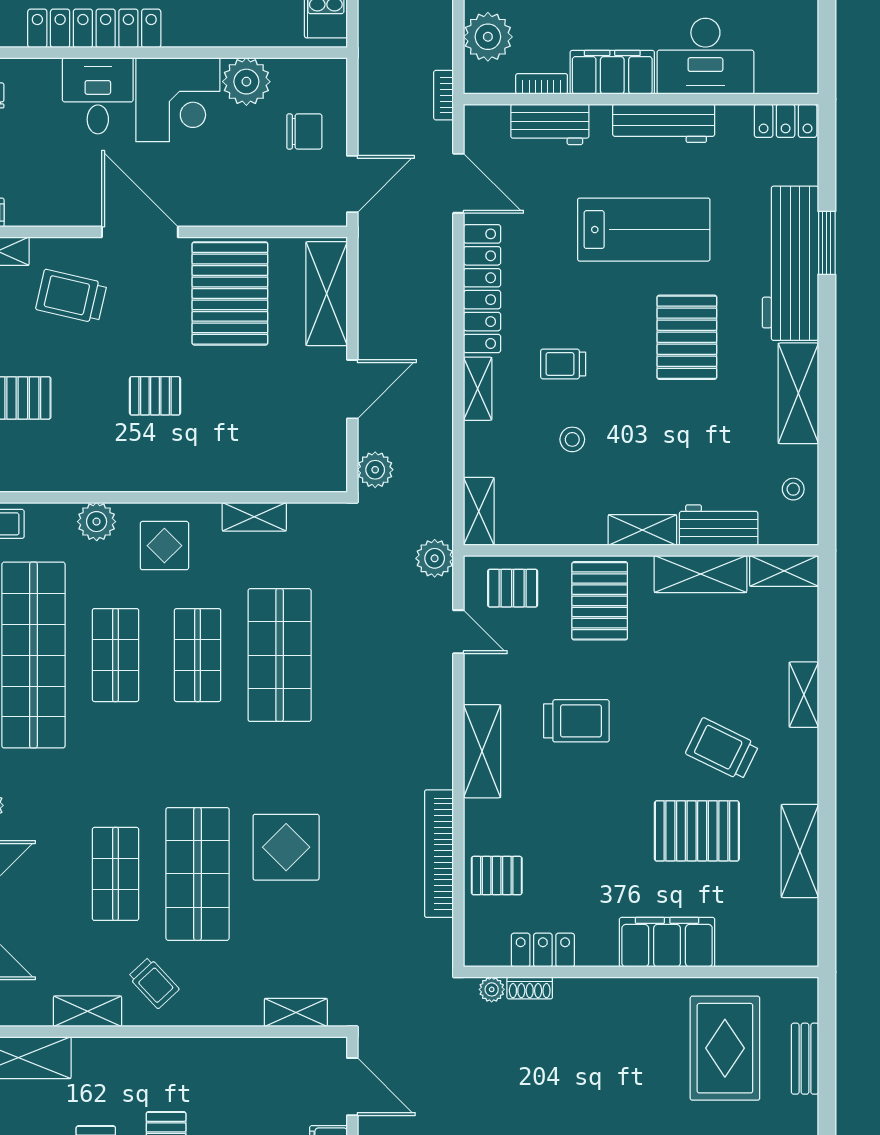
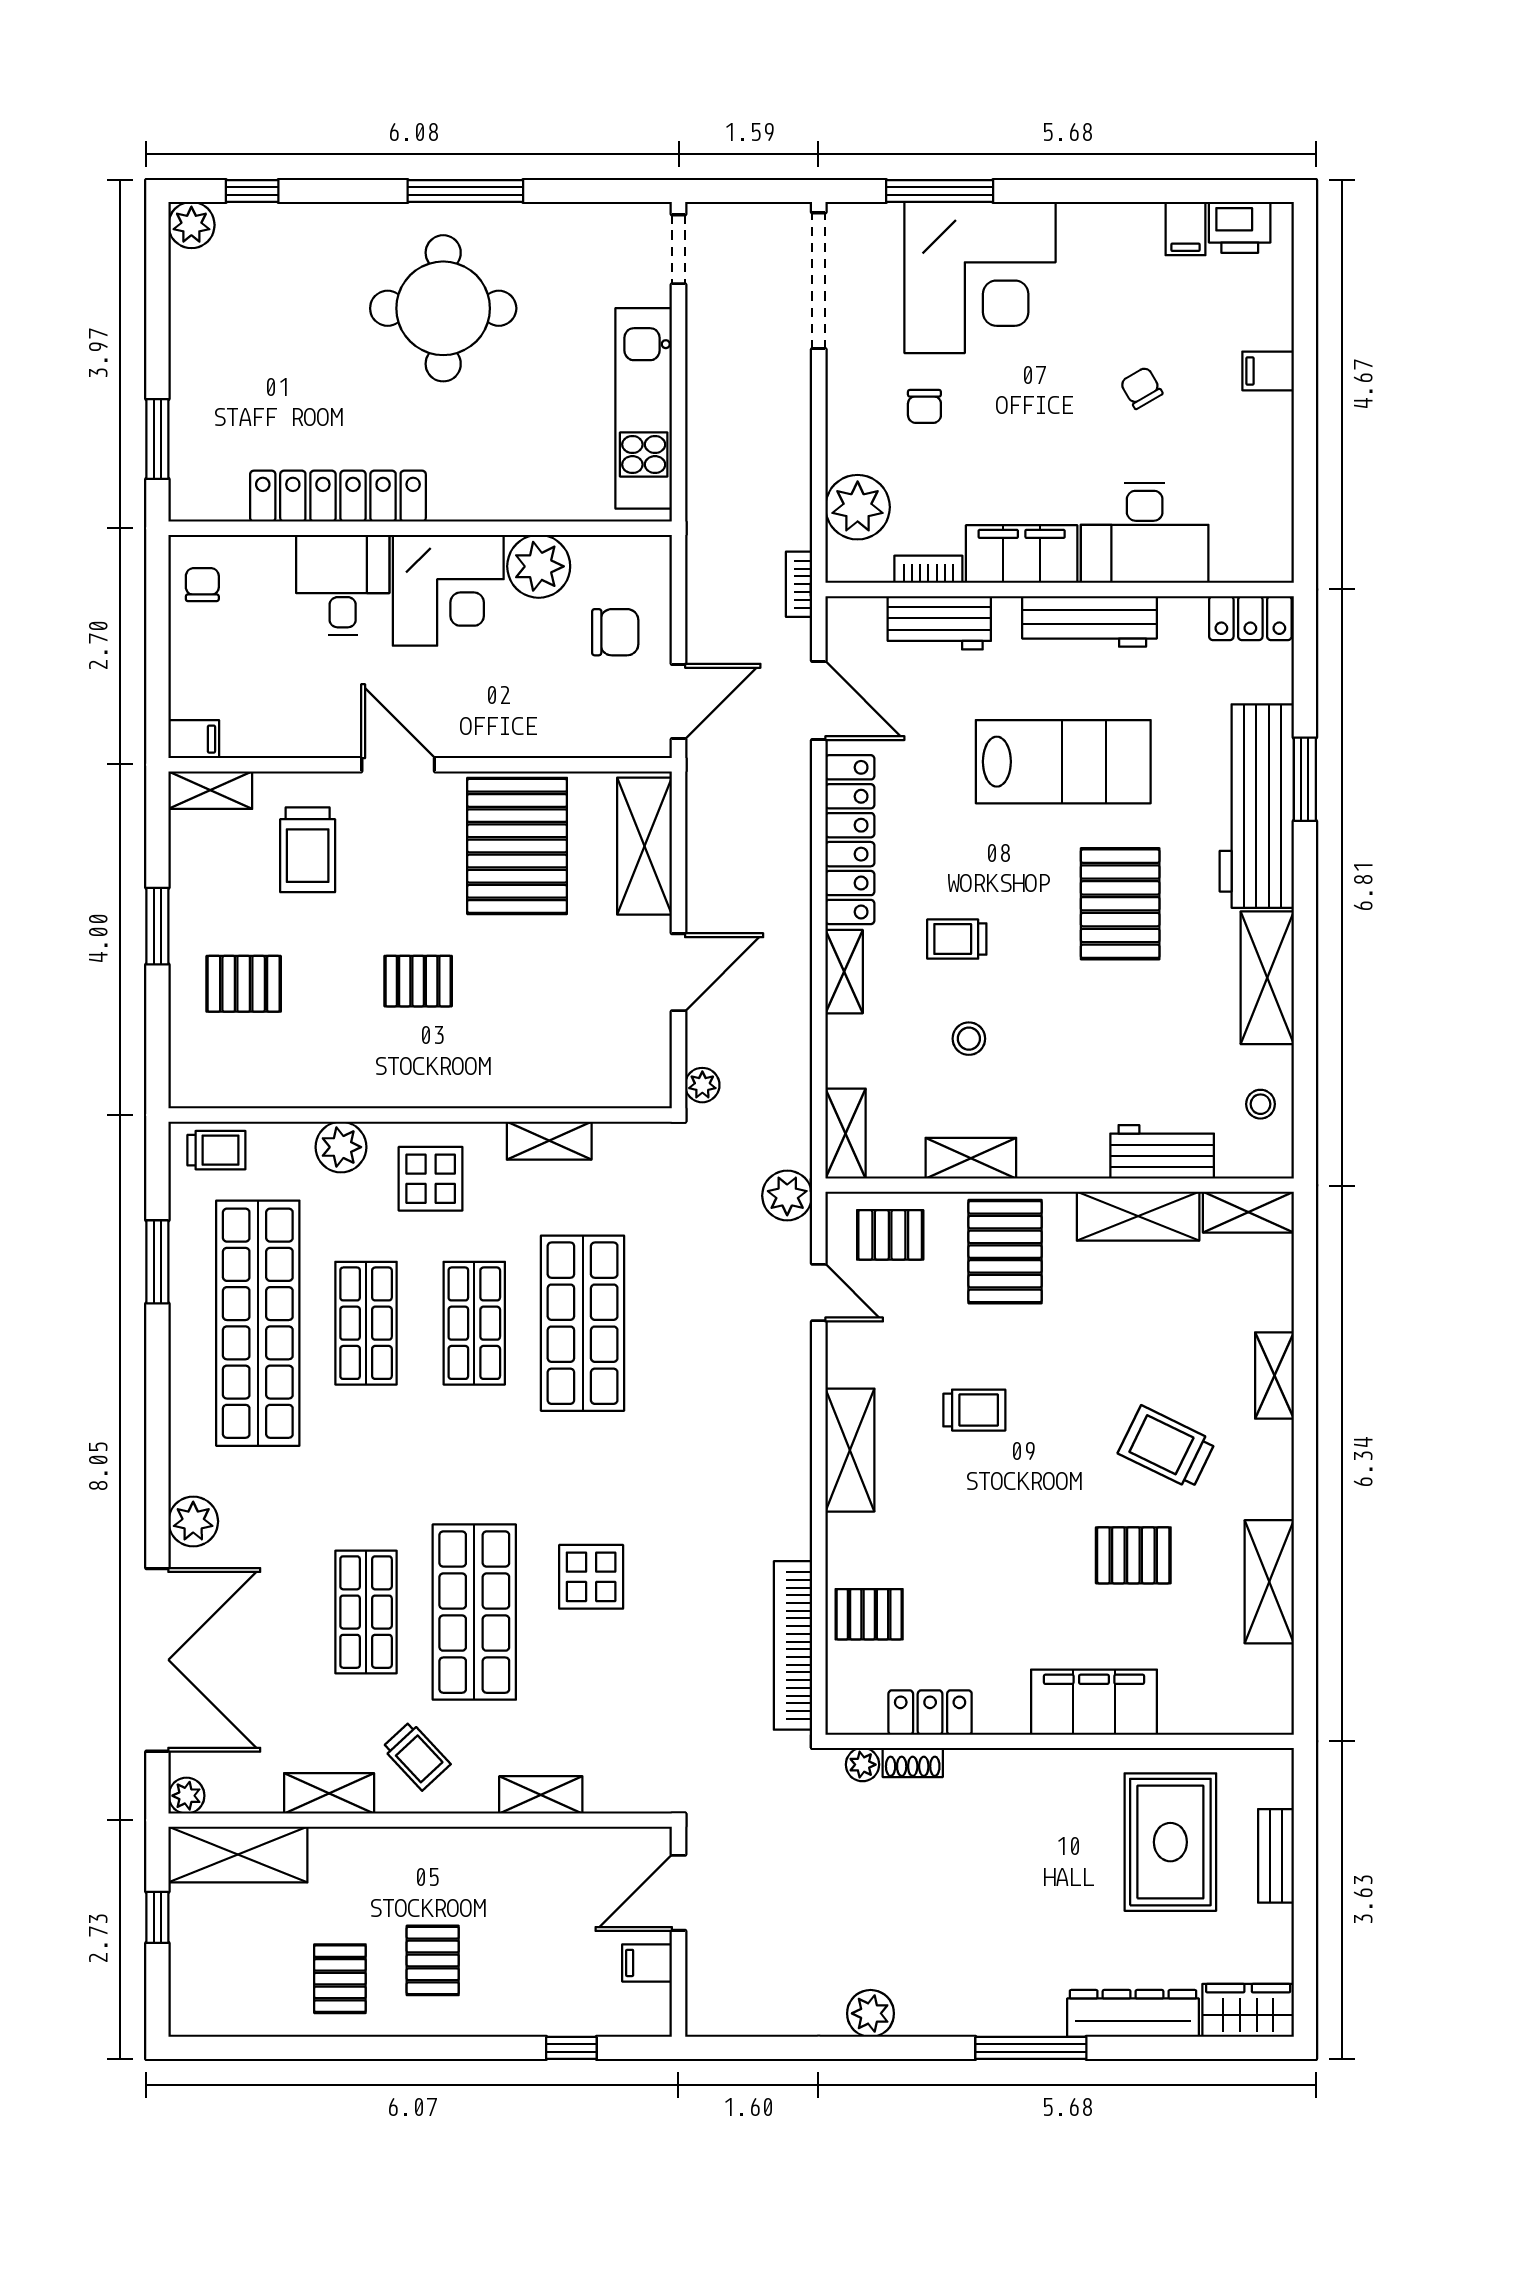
door: (140, 232) -> (398, 765), width x0.73
trolley: (71, 296) -> (308, 850), turned -103
plant: (375, 470) -> (702, 1085), width x0.73, depth x0.73
shelving: (642, 530) -> (971, 1158), moved
trolley: (576, 721) -> (974, 1410), width x0.73, depth x0.72
pallet: (697, 831) -> (1133, 1555), width x0.67, depth x0.71
display table: (286, 847) -> (591, 1577), width x0.73, depth x0.73
bookcase: (439, 854) -> (793, 1645), moved
shelving: (296, 1012) -> (541, 1795), moved
door: (352, 1087) -> (679, 1893), swing flipped

